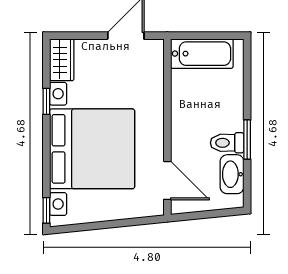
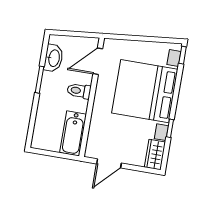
bathtub: (202, 54) -> (73, 133), moved, turned -90
toilet: (227, 143) -> (79, 91), moved, turned 180
door: (167, 180) -> (98, 61), hinge flipped

